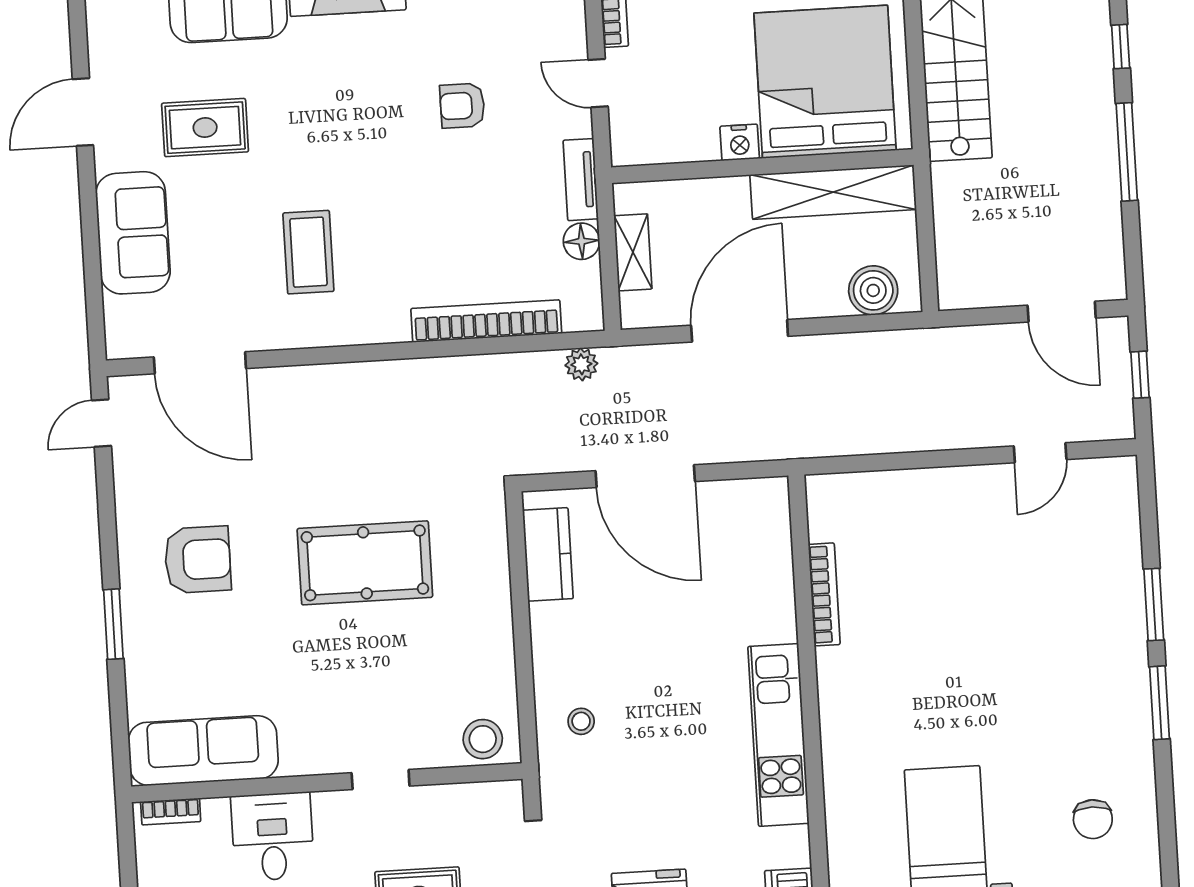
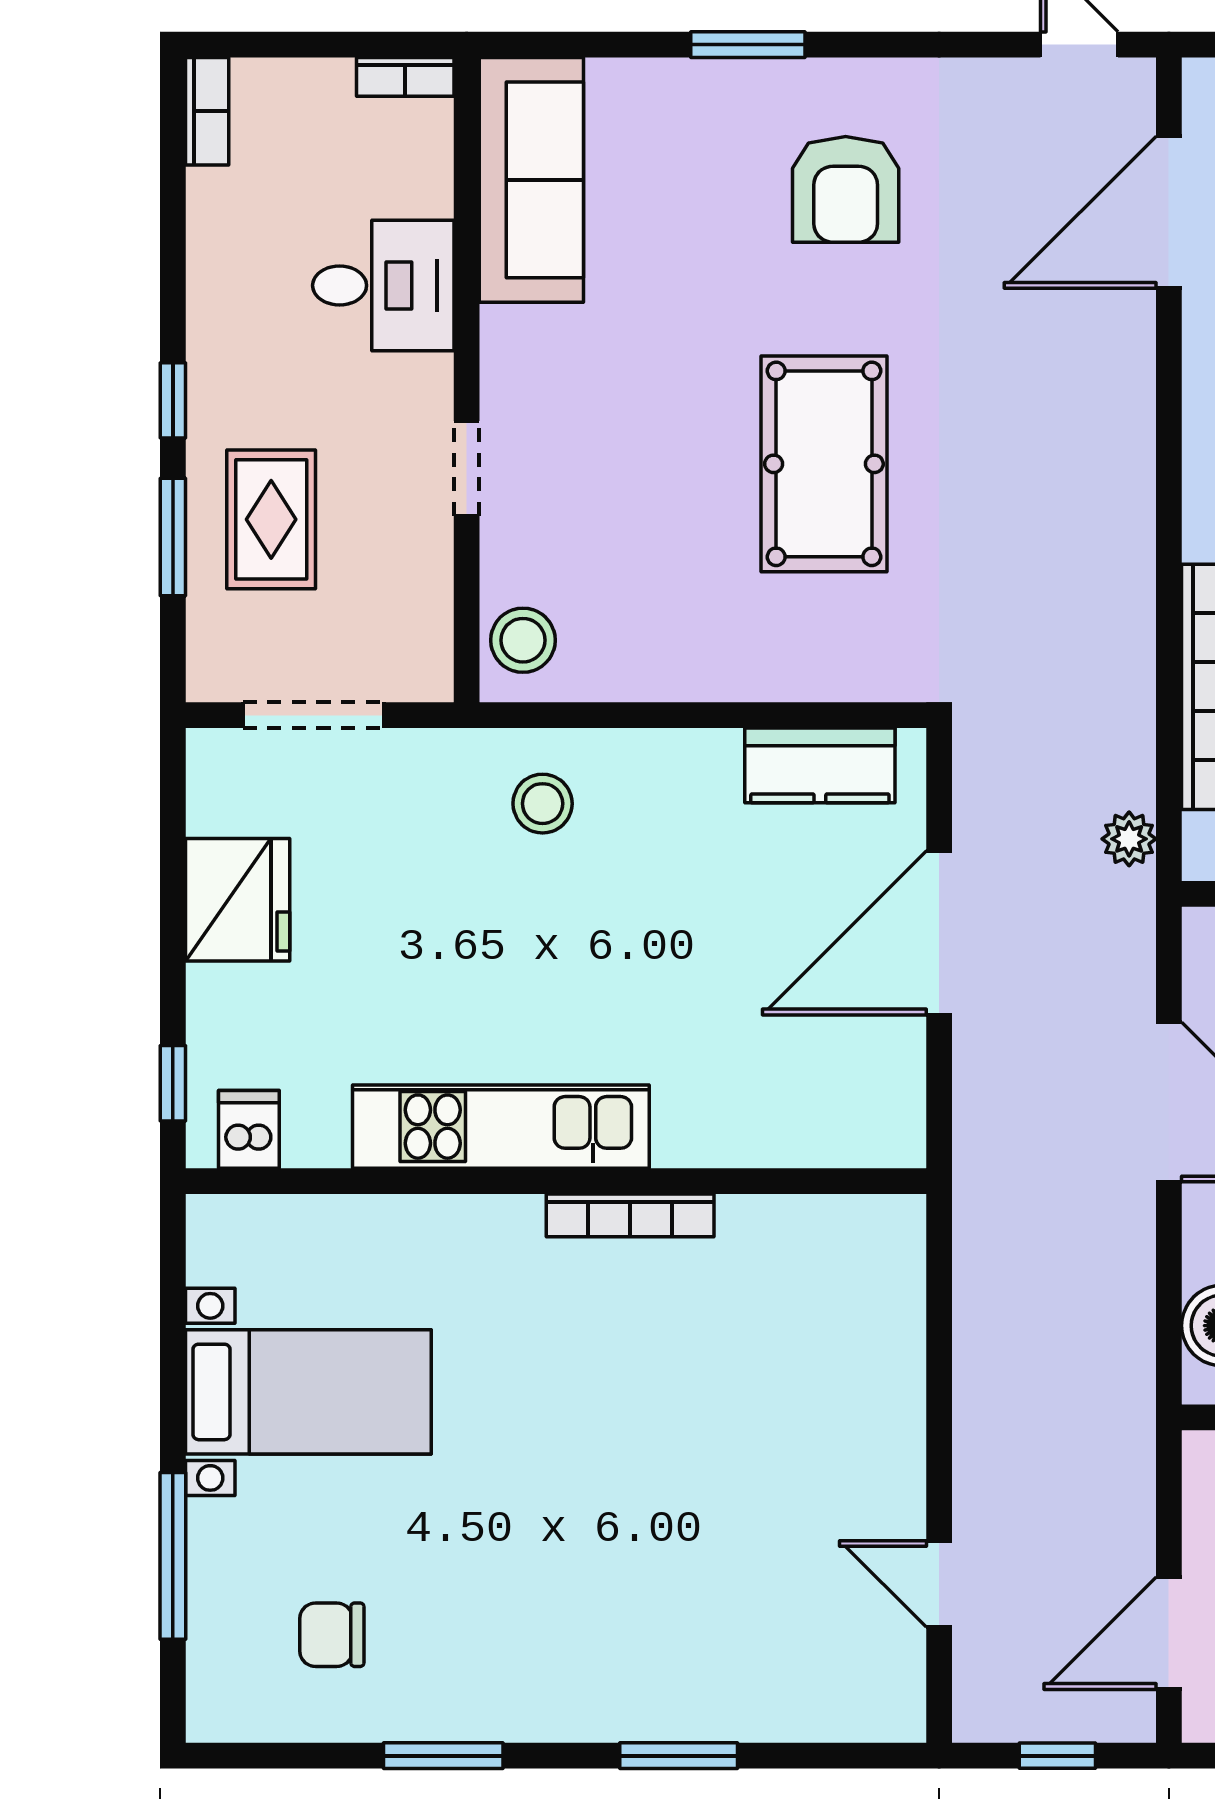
bookcase: (824, 594) -> (630, 1215), moved
window: (1160, 703) -> (443, 1756), moved
stool: (581, 721) -> (543, 804), width x1.37, depth x1.37
bookcase: (171, 812) -> (405, 77), moved, turned -90

